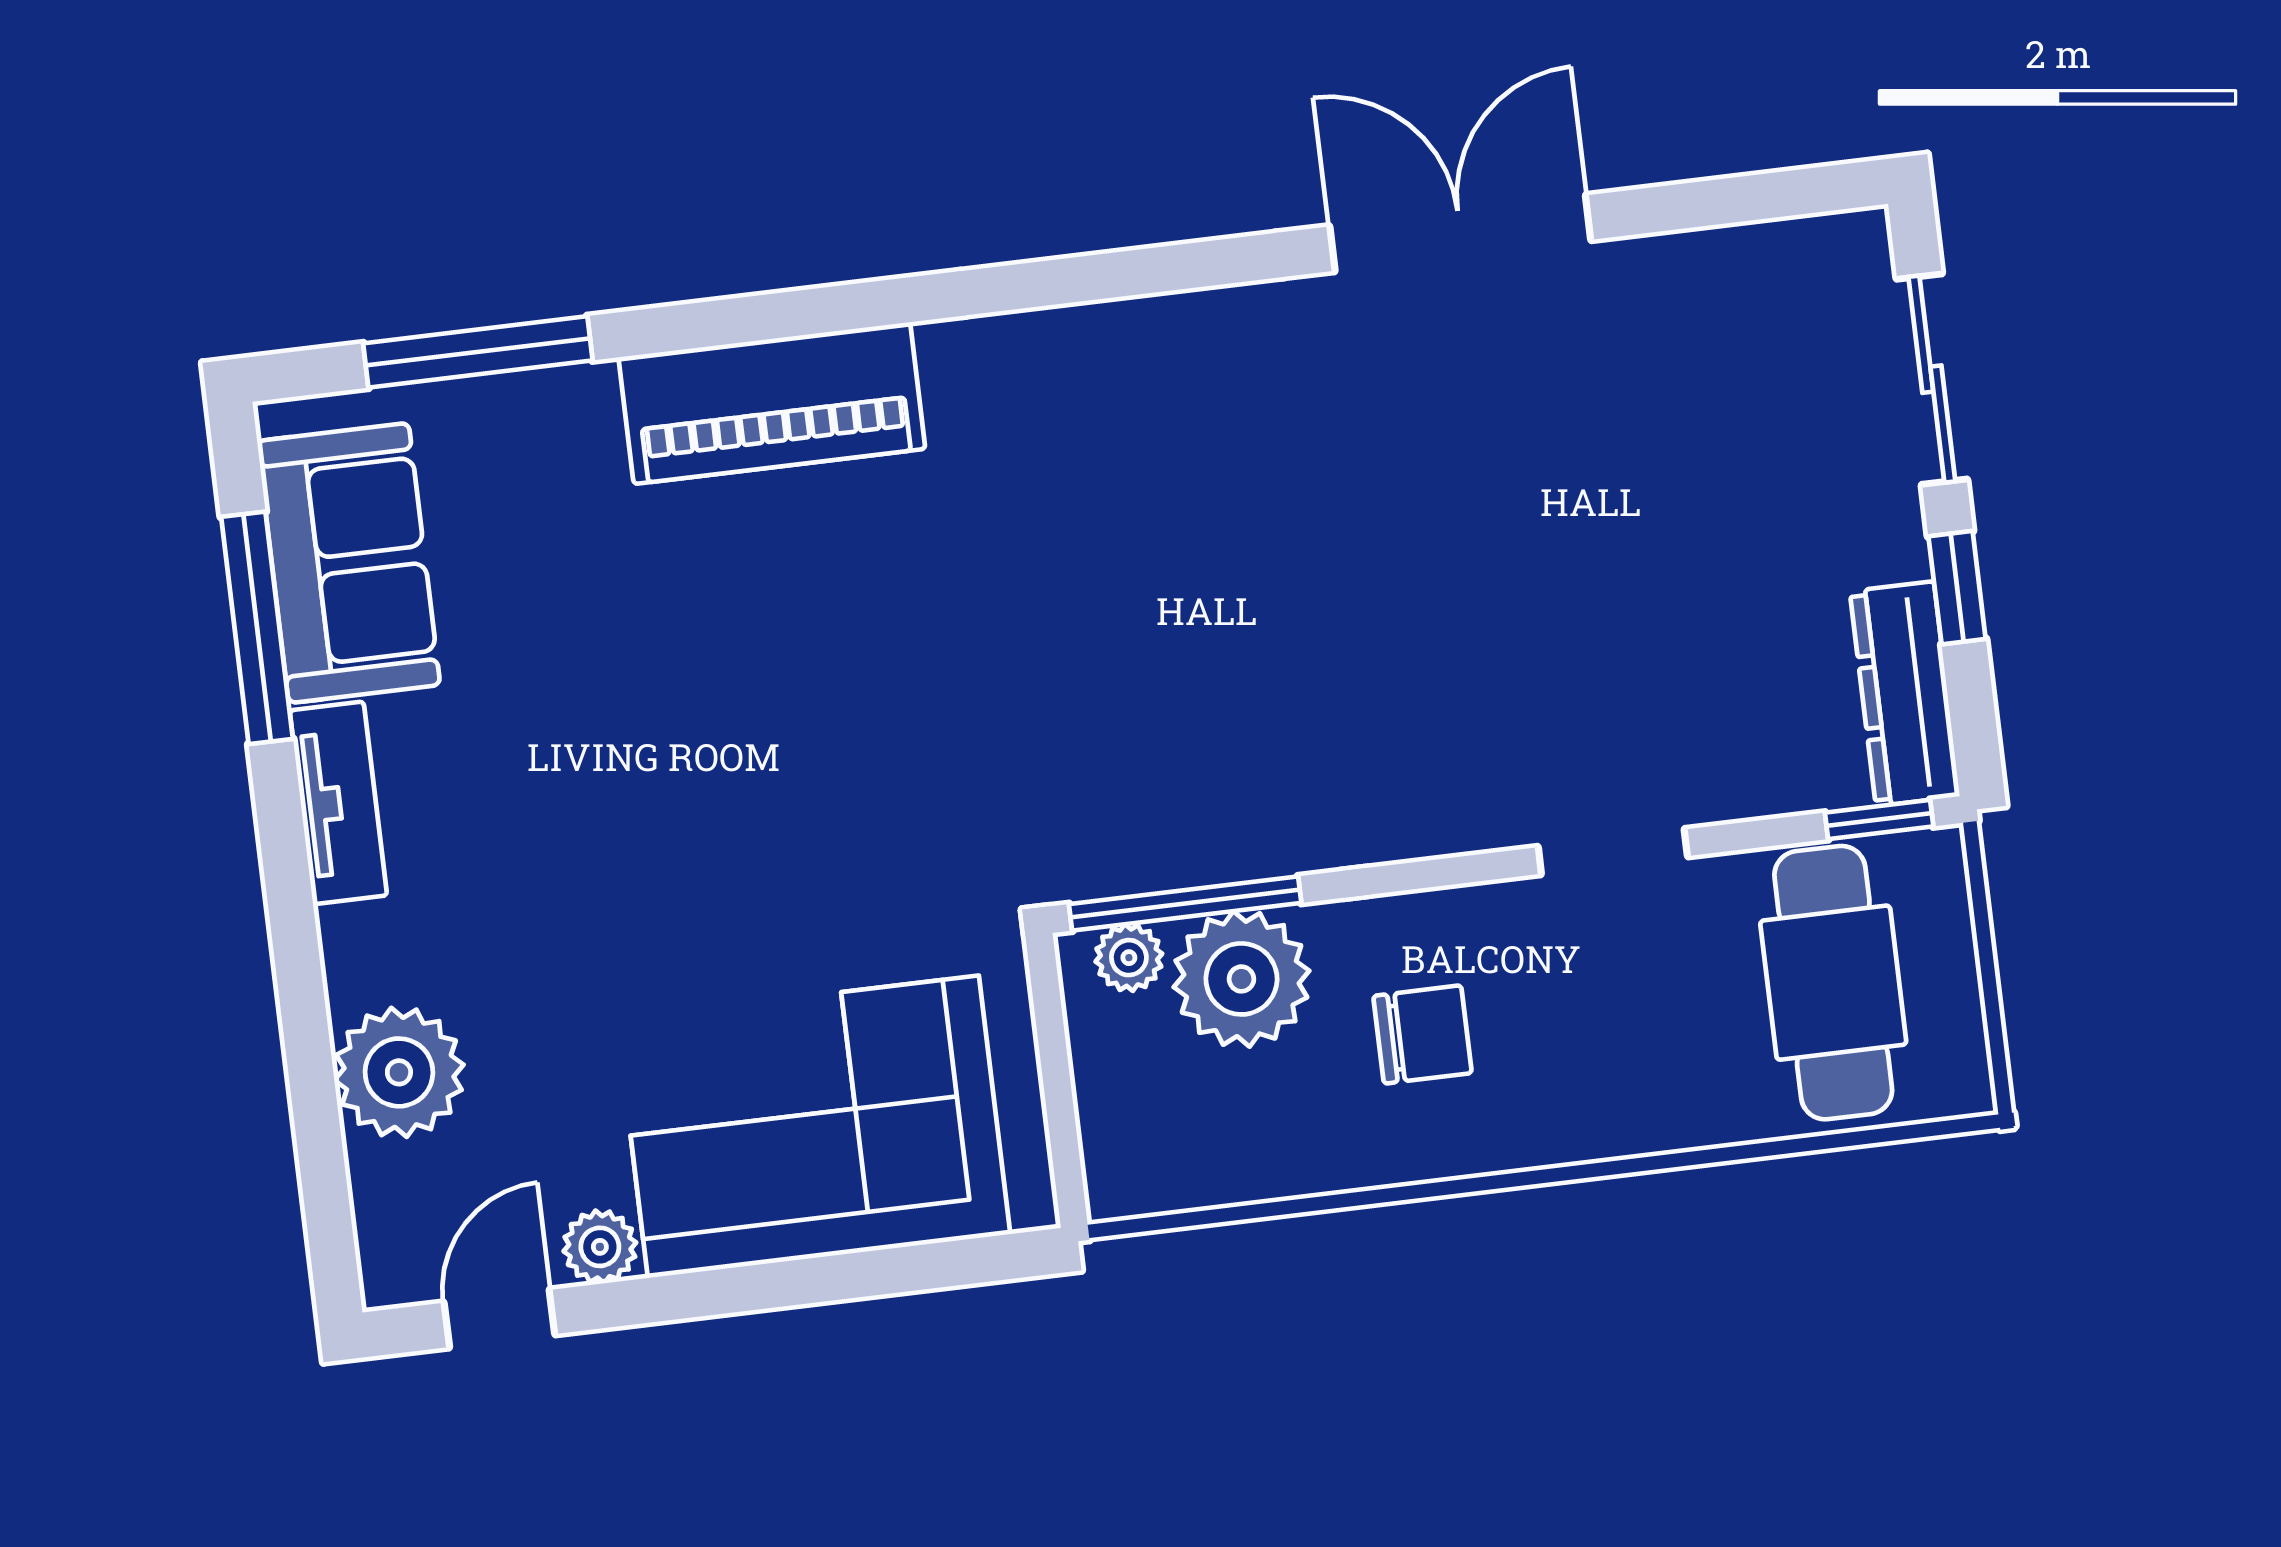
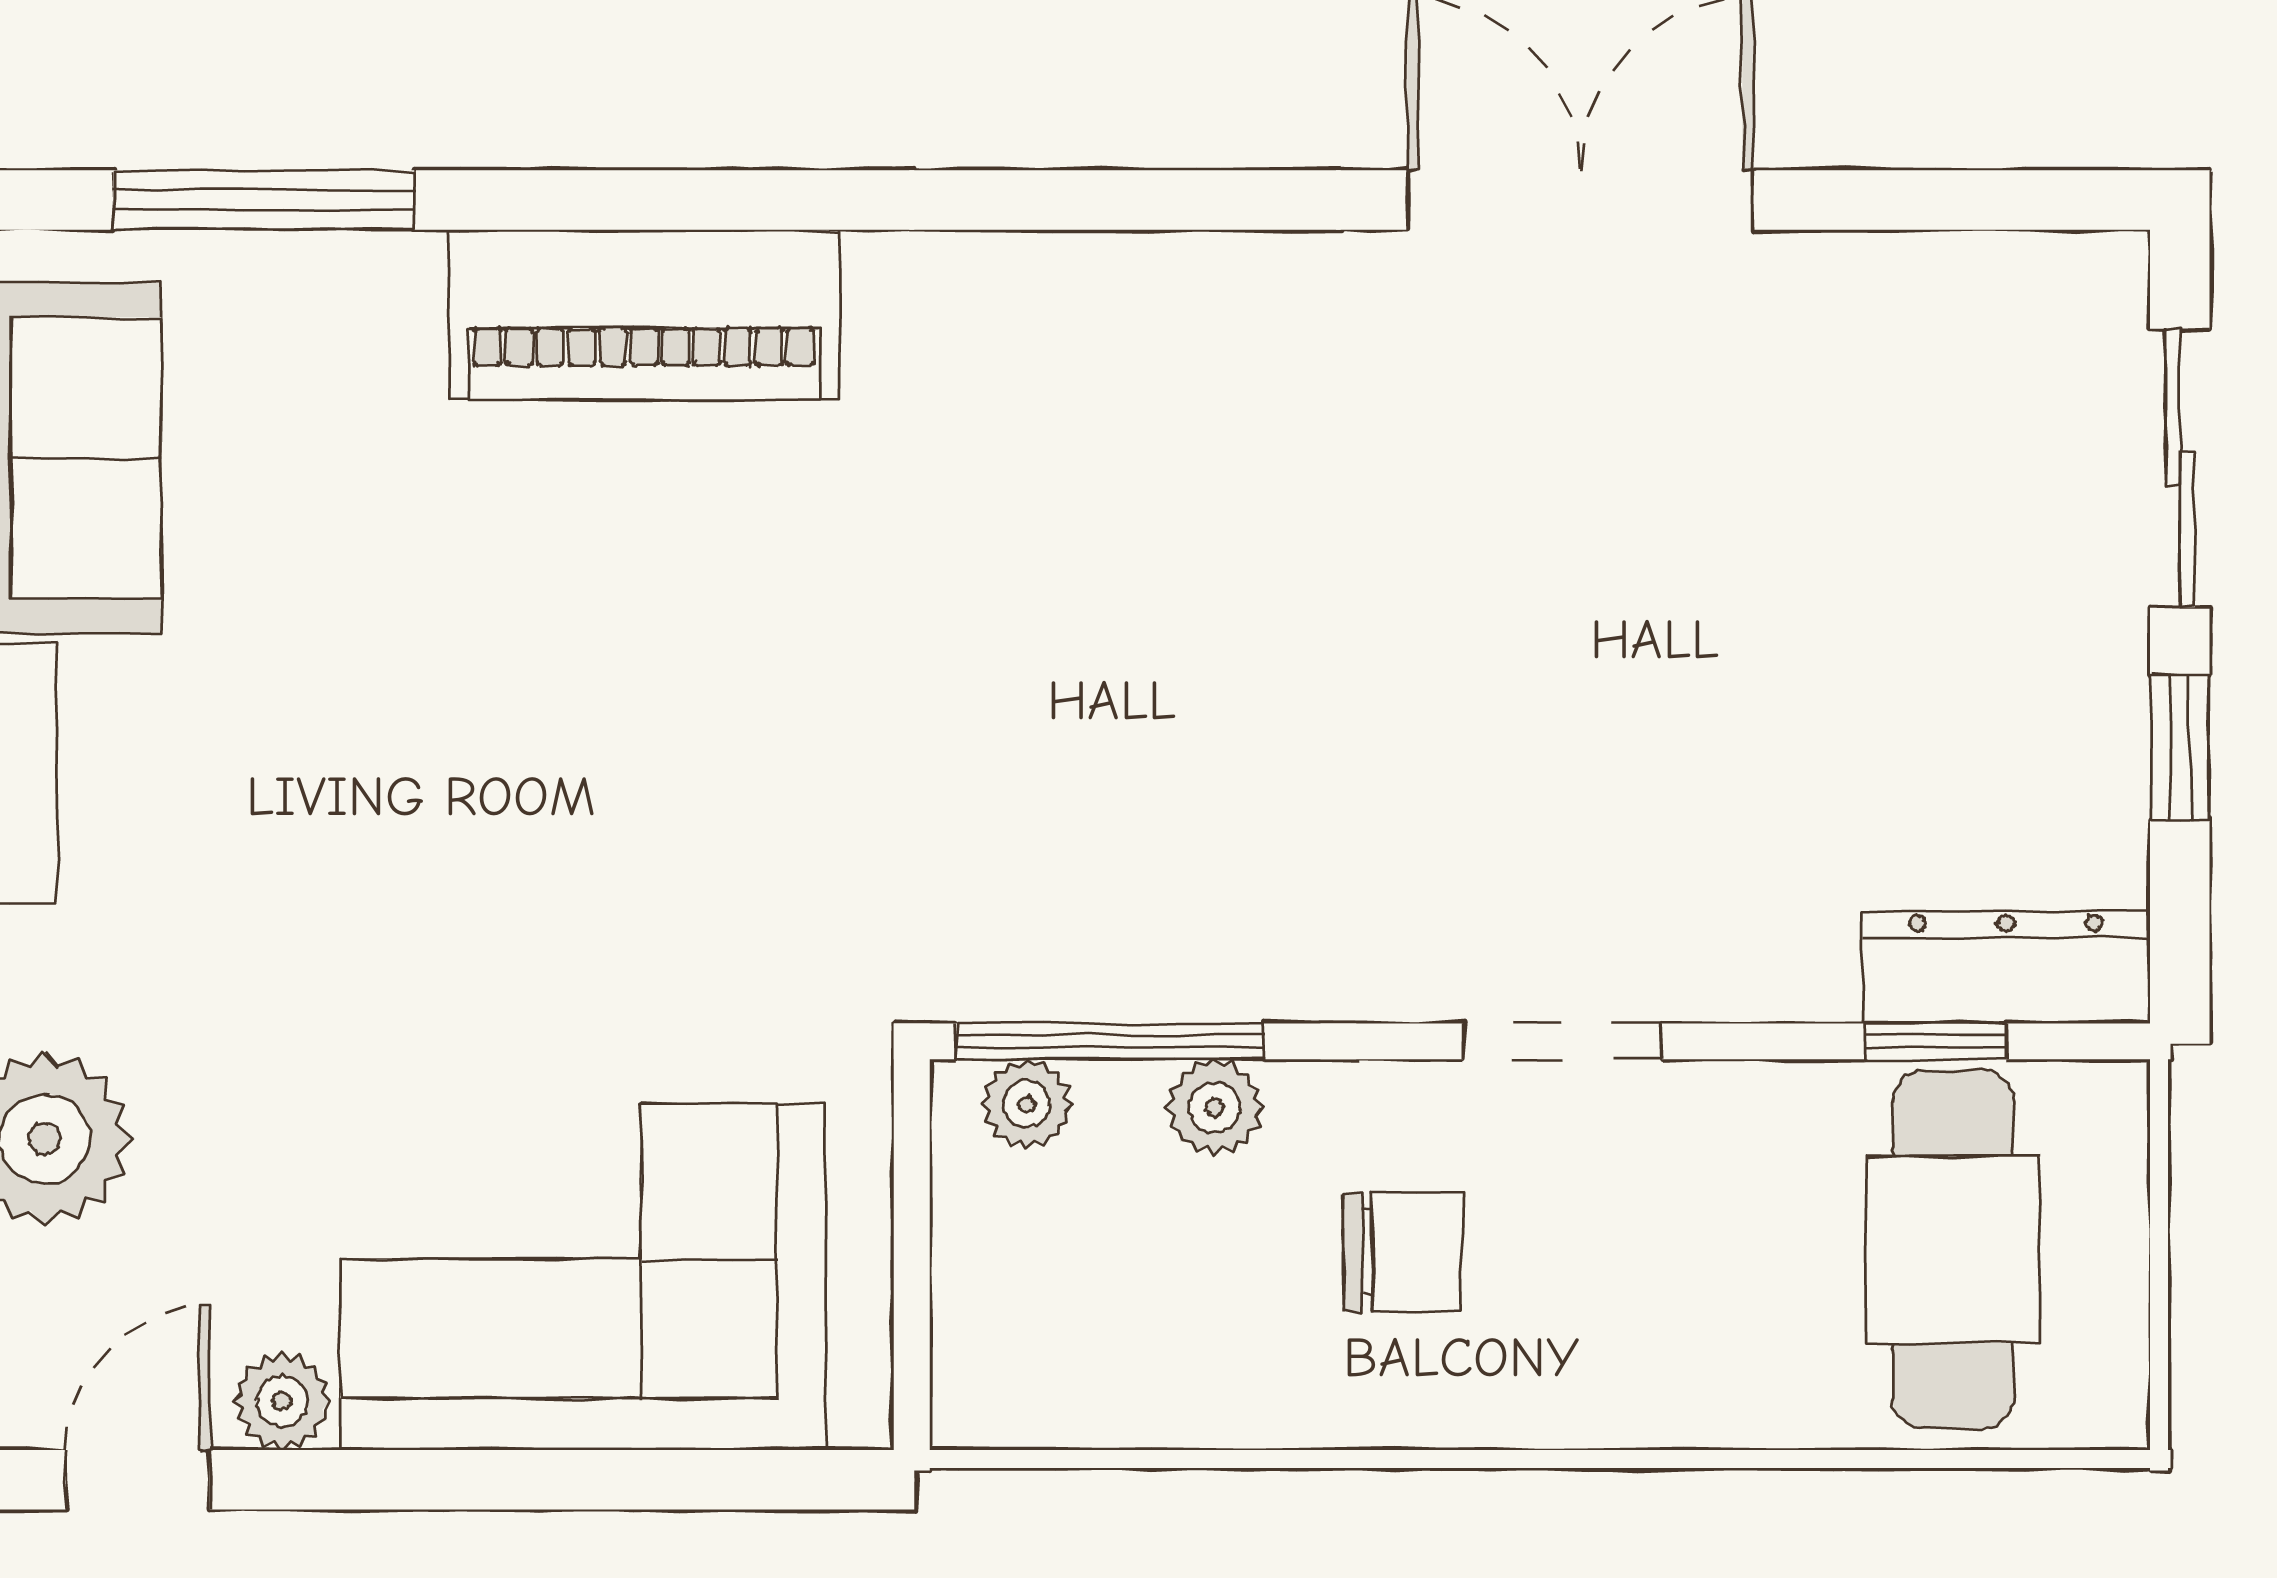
dresser: (1905, 694) -> (2006, 967), moved, turned 90
window: (1879, 819) -> (1936, 1041), moved
doorway: (1613, 852) -> (1562, 1041), moved
plant: (1241, 979) -> (1215, 1108), width x0.53, depth x0.53

